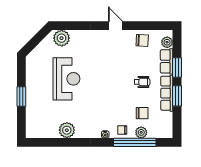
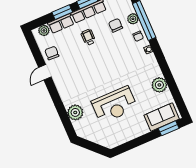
door: (115, 26) -> (45, 72), moved
plant: (62, 38) -> (75, 112), moved
reception desk: (66, 79) -> (114, 105), turned 180
window: (21, 96) -> (169, 128), moved
sofa: (35, 119) -> (162, 117), added

